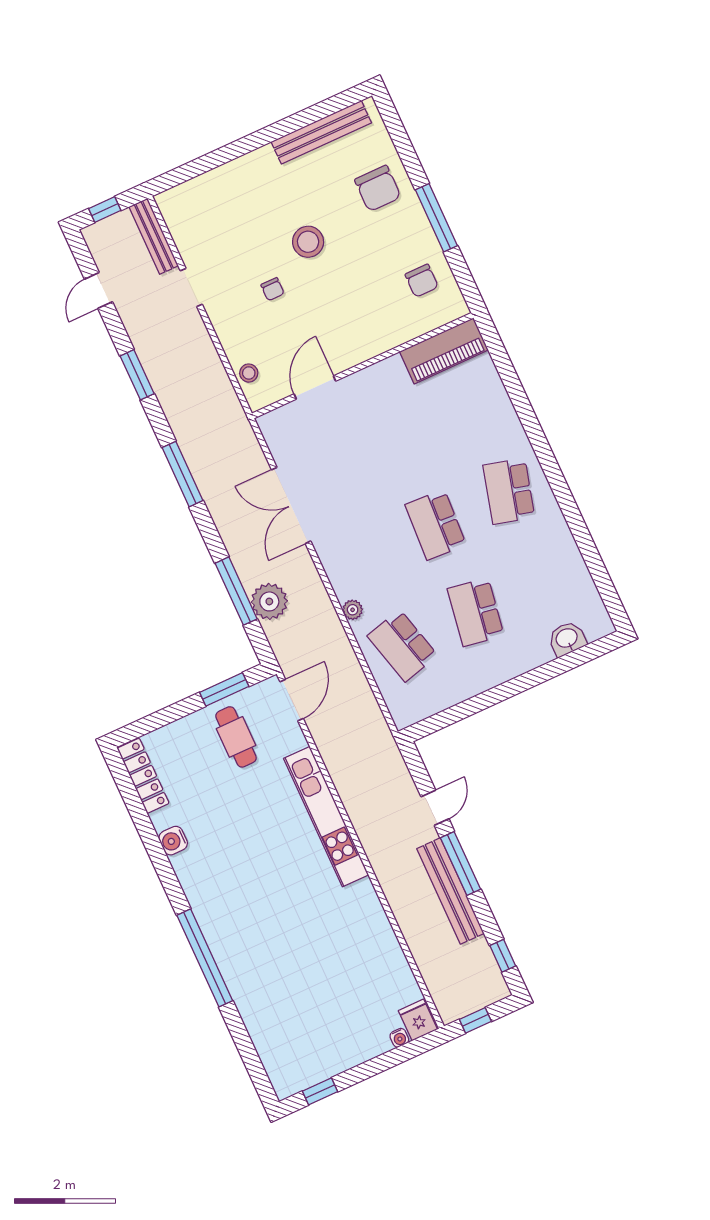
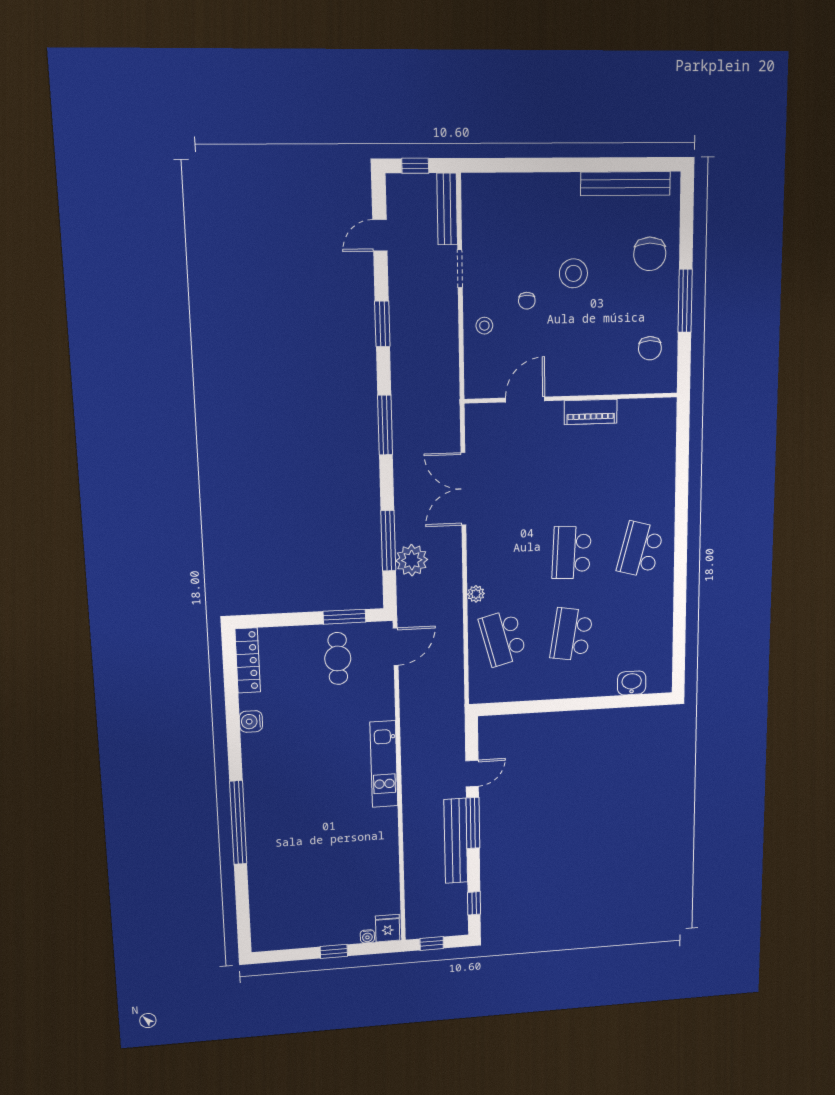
piano: (444, 351) -> (591, 412), moved, width x0.73, depth x0.75
stool: (249, 373) -> (484, 326), moved
kitchen unit: (326, 817) -> (384, 764), width x0.73
window: (320, 1091) -> (334, 951), moved

